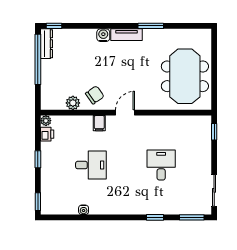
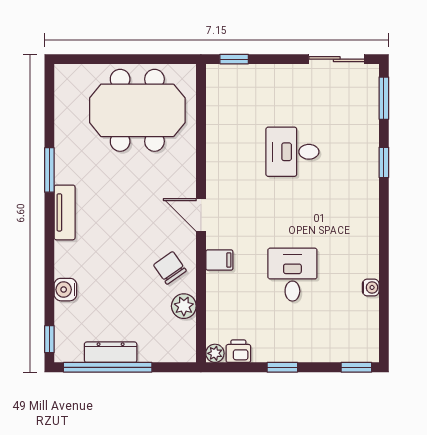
water cooler: (103, 35) -> (65, 290), moved
dresser: (47, 44) -> (111, 352), moved

